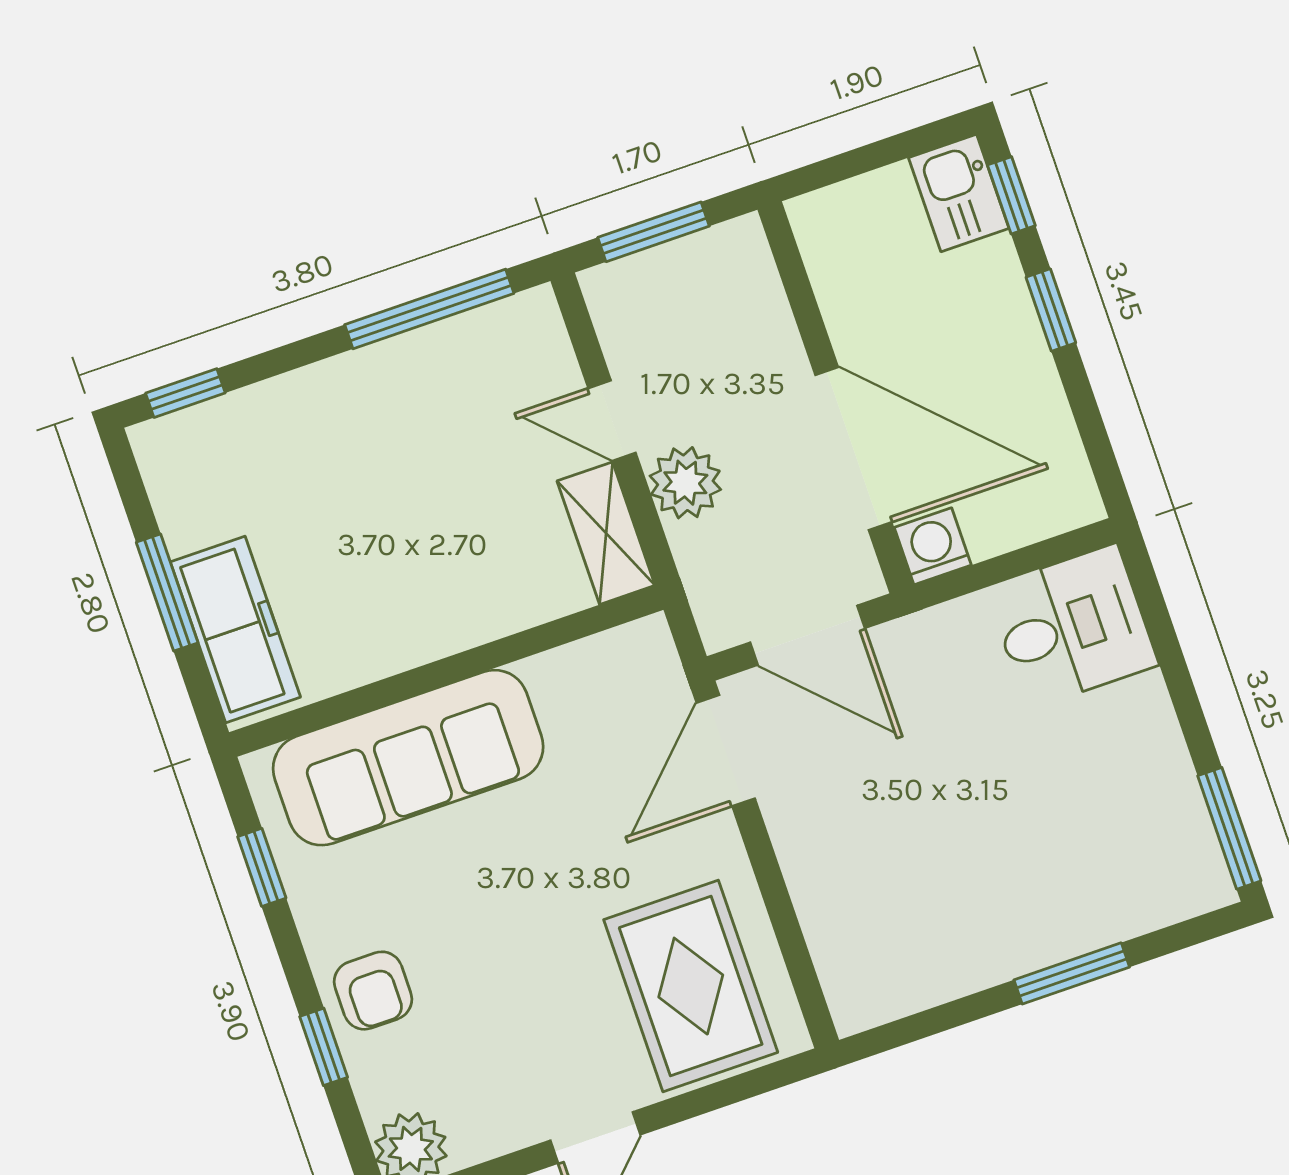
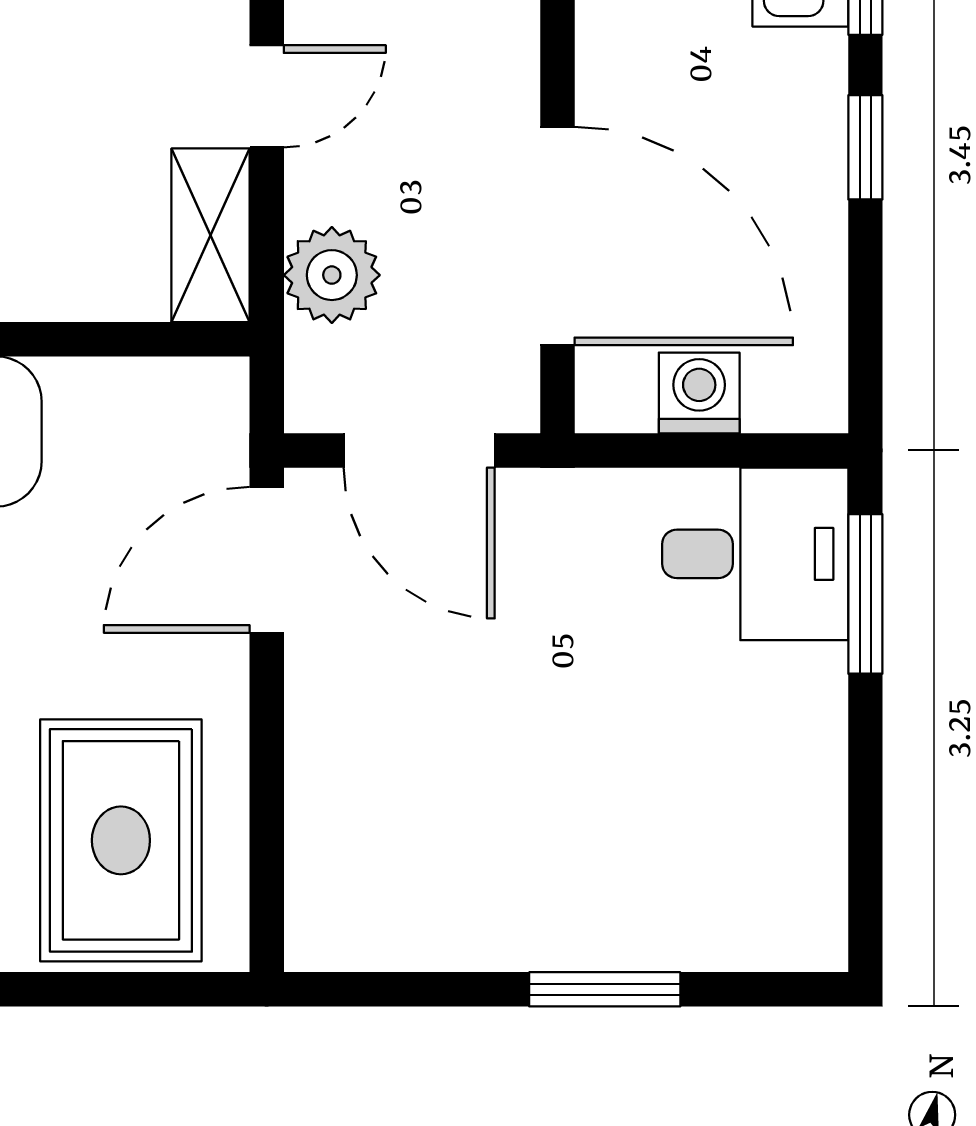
door: (612, 420) -> (267, 96), swing flipped
plant: (685, 483) -> (332, 275), moved
washing machine: (933, 546) -> (699, 393), moved
window: (1229, 828) -> (865, 594), moved

